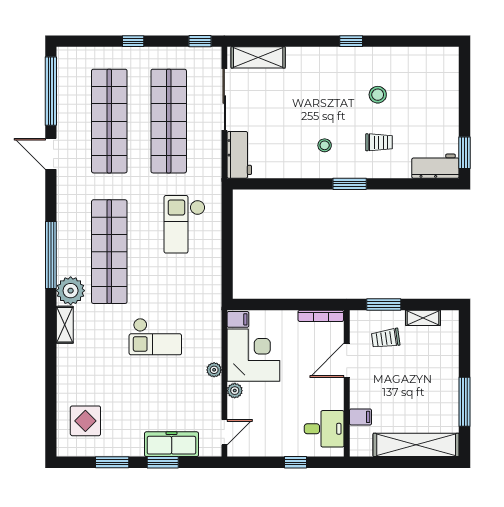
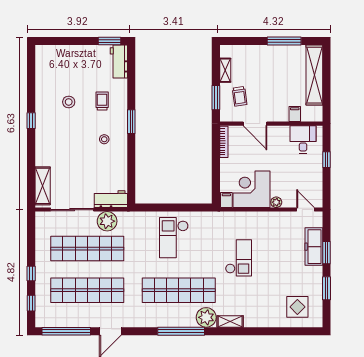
window: (200, 41) -> (31, 303), moved
checkout: (185, 224) -> (174, 238), moved, turned 90
plant: (214, 370) -> (107, 221), moved, width x1.87, depth x1.87

